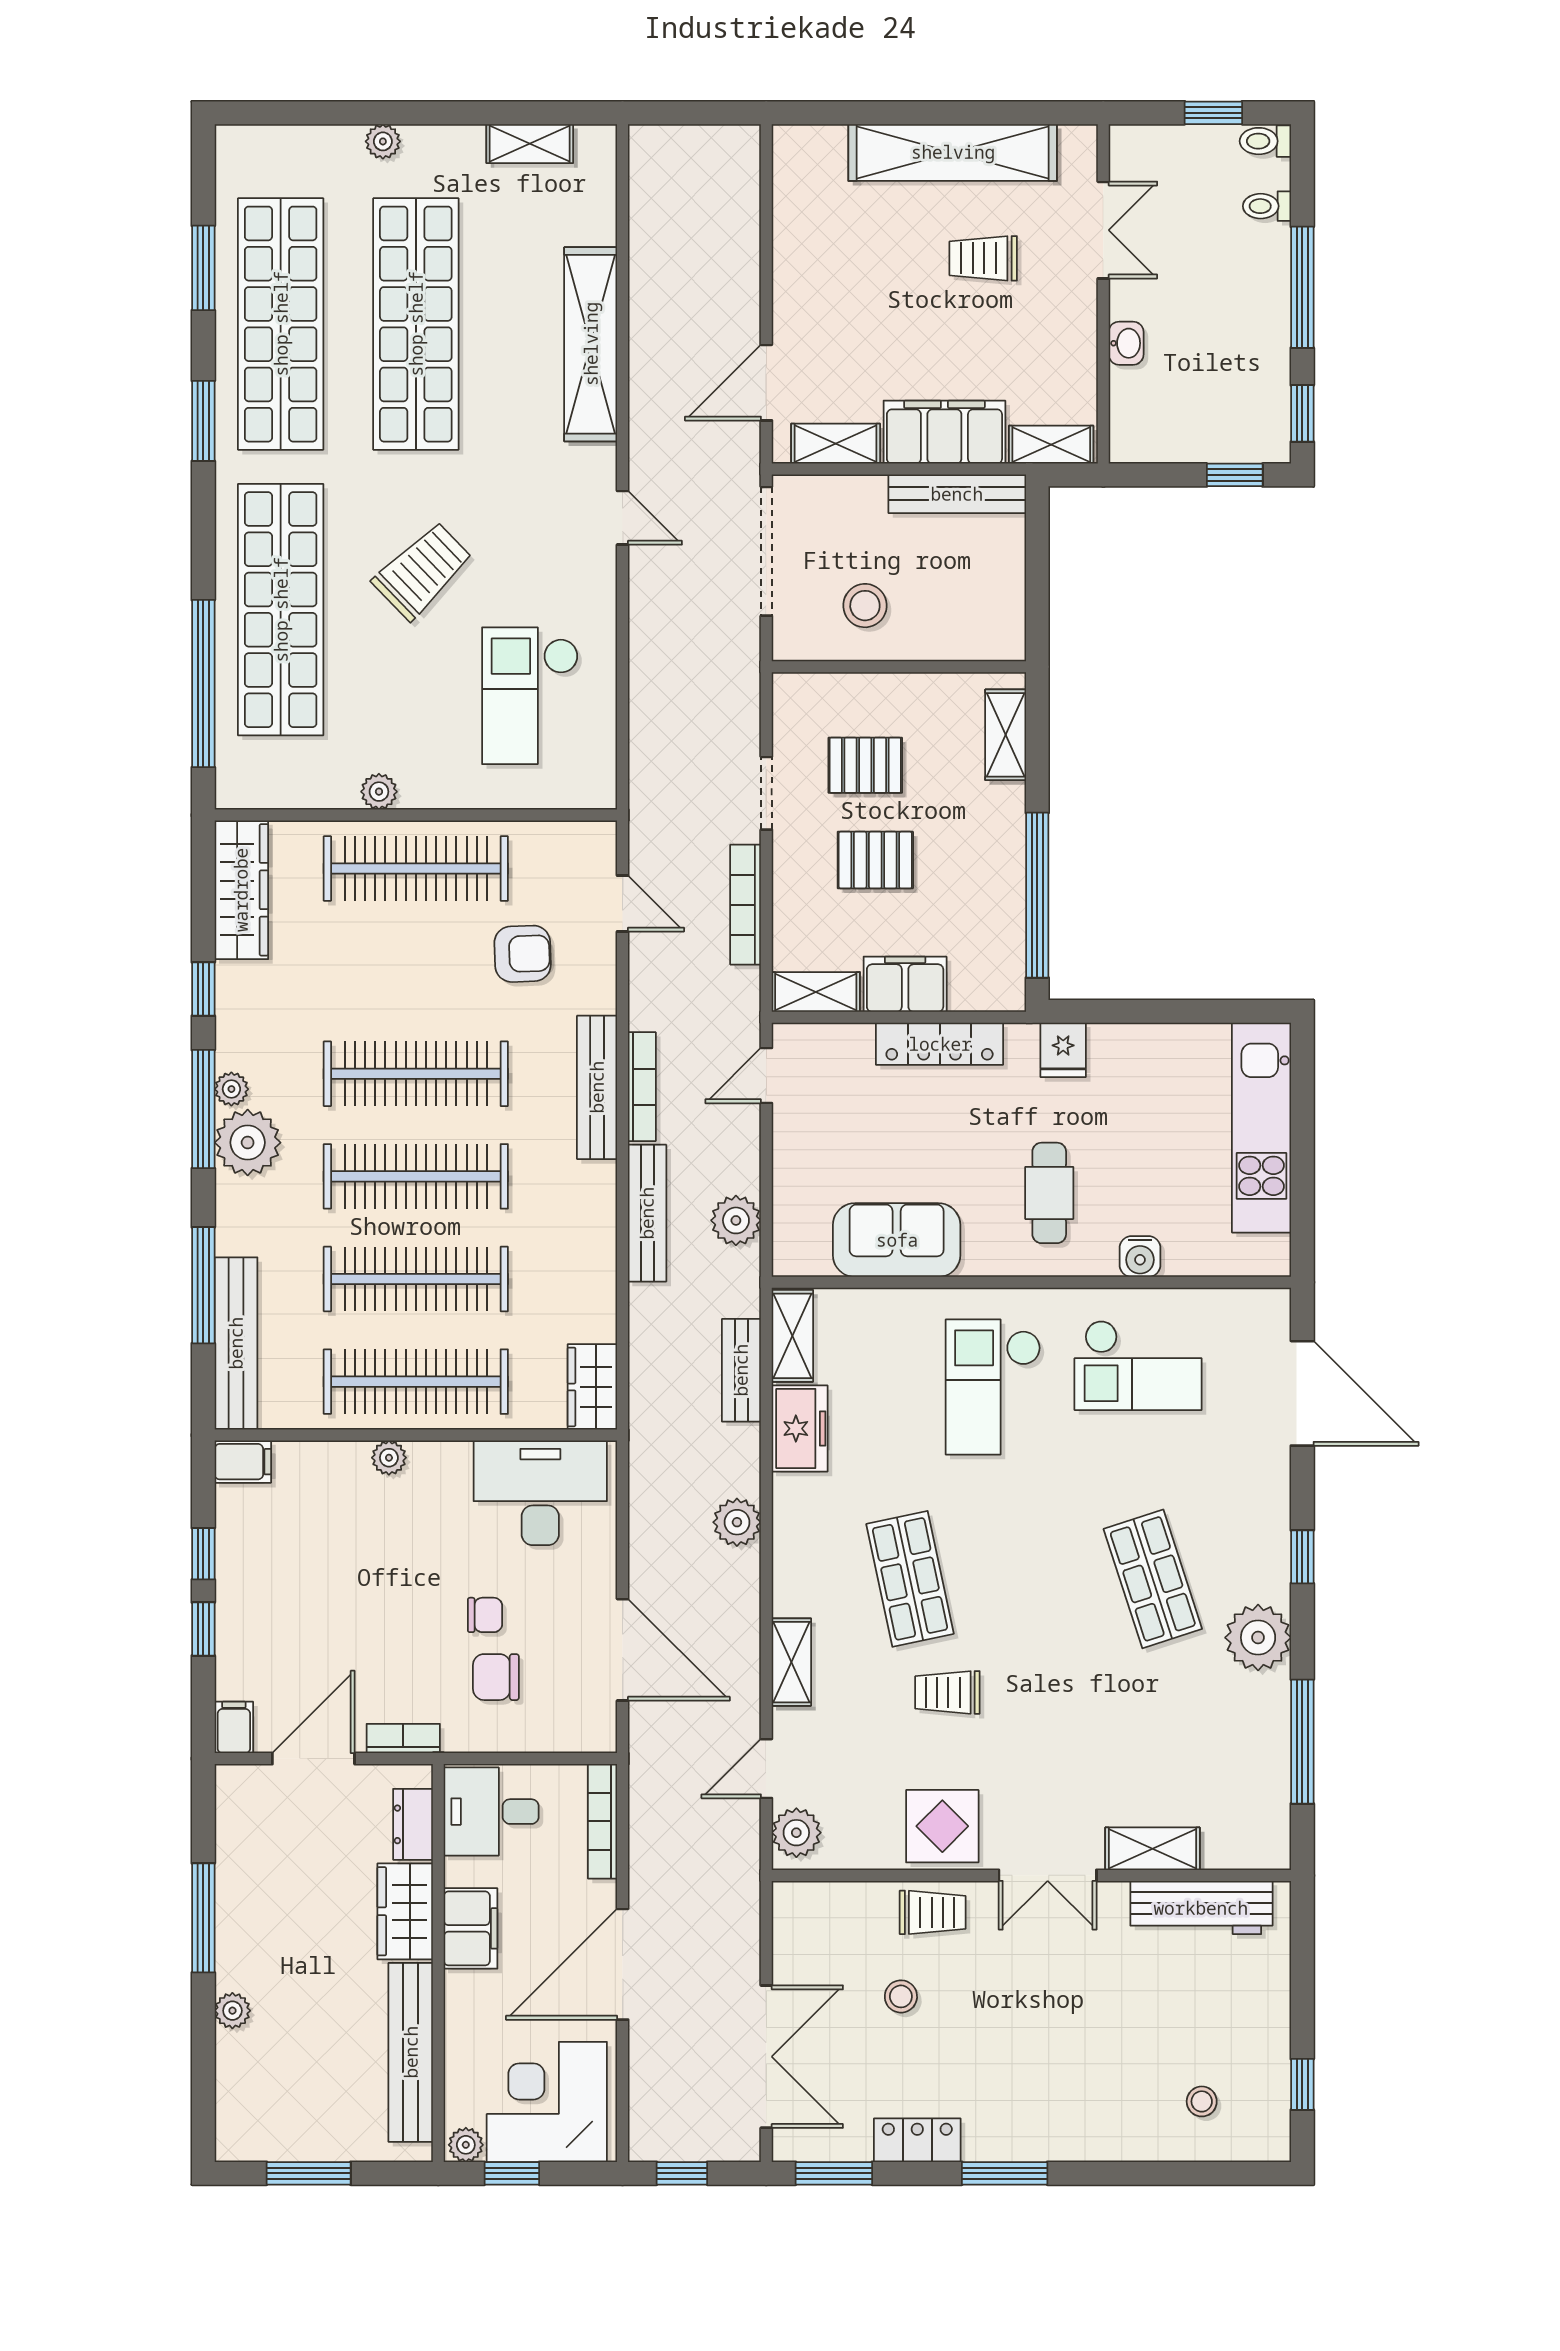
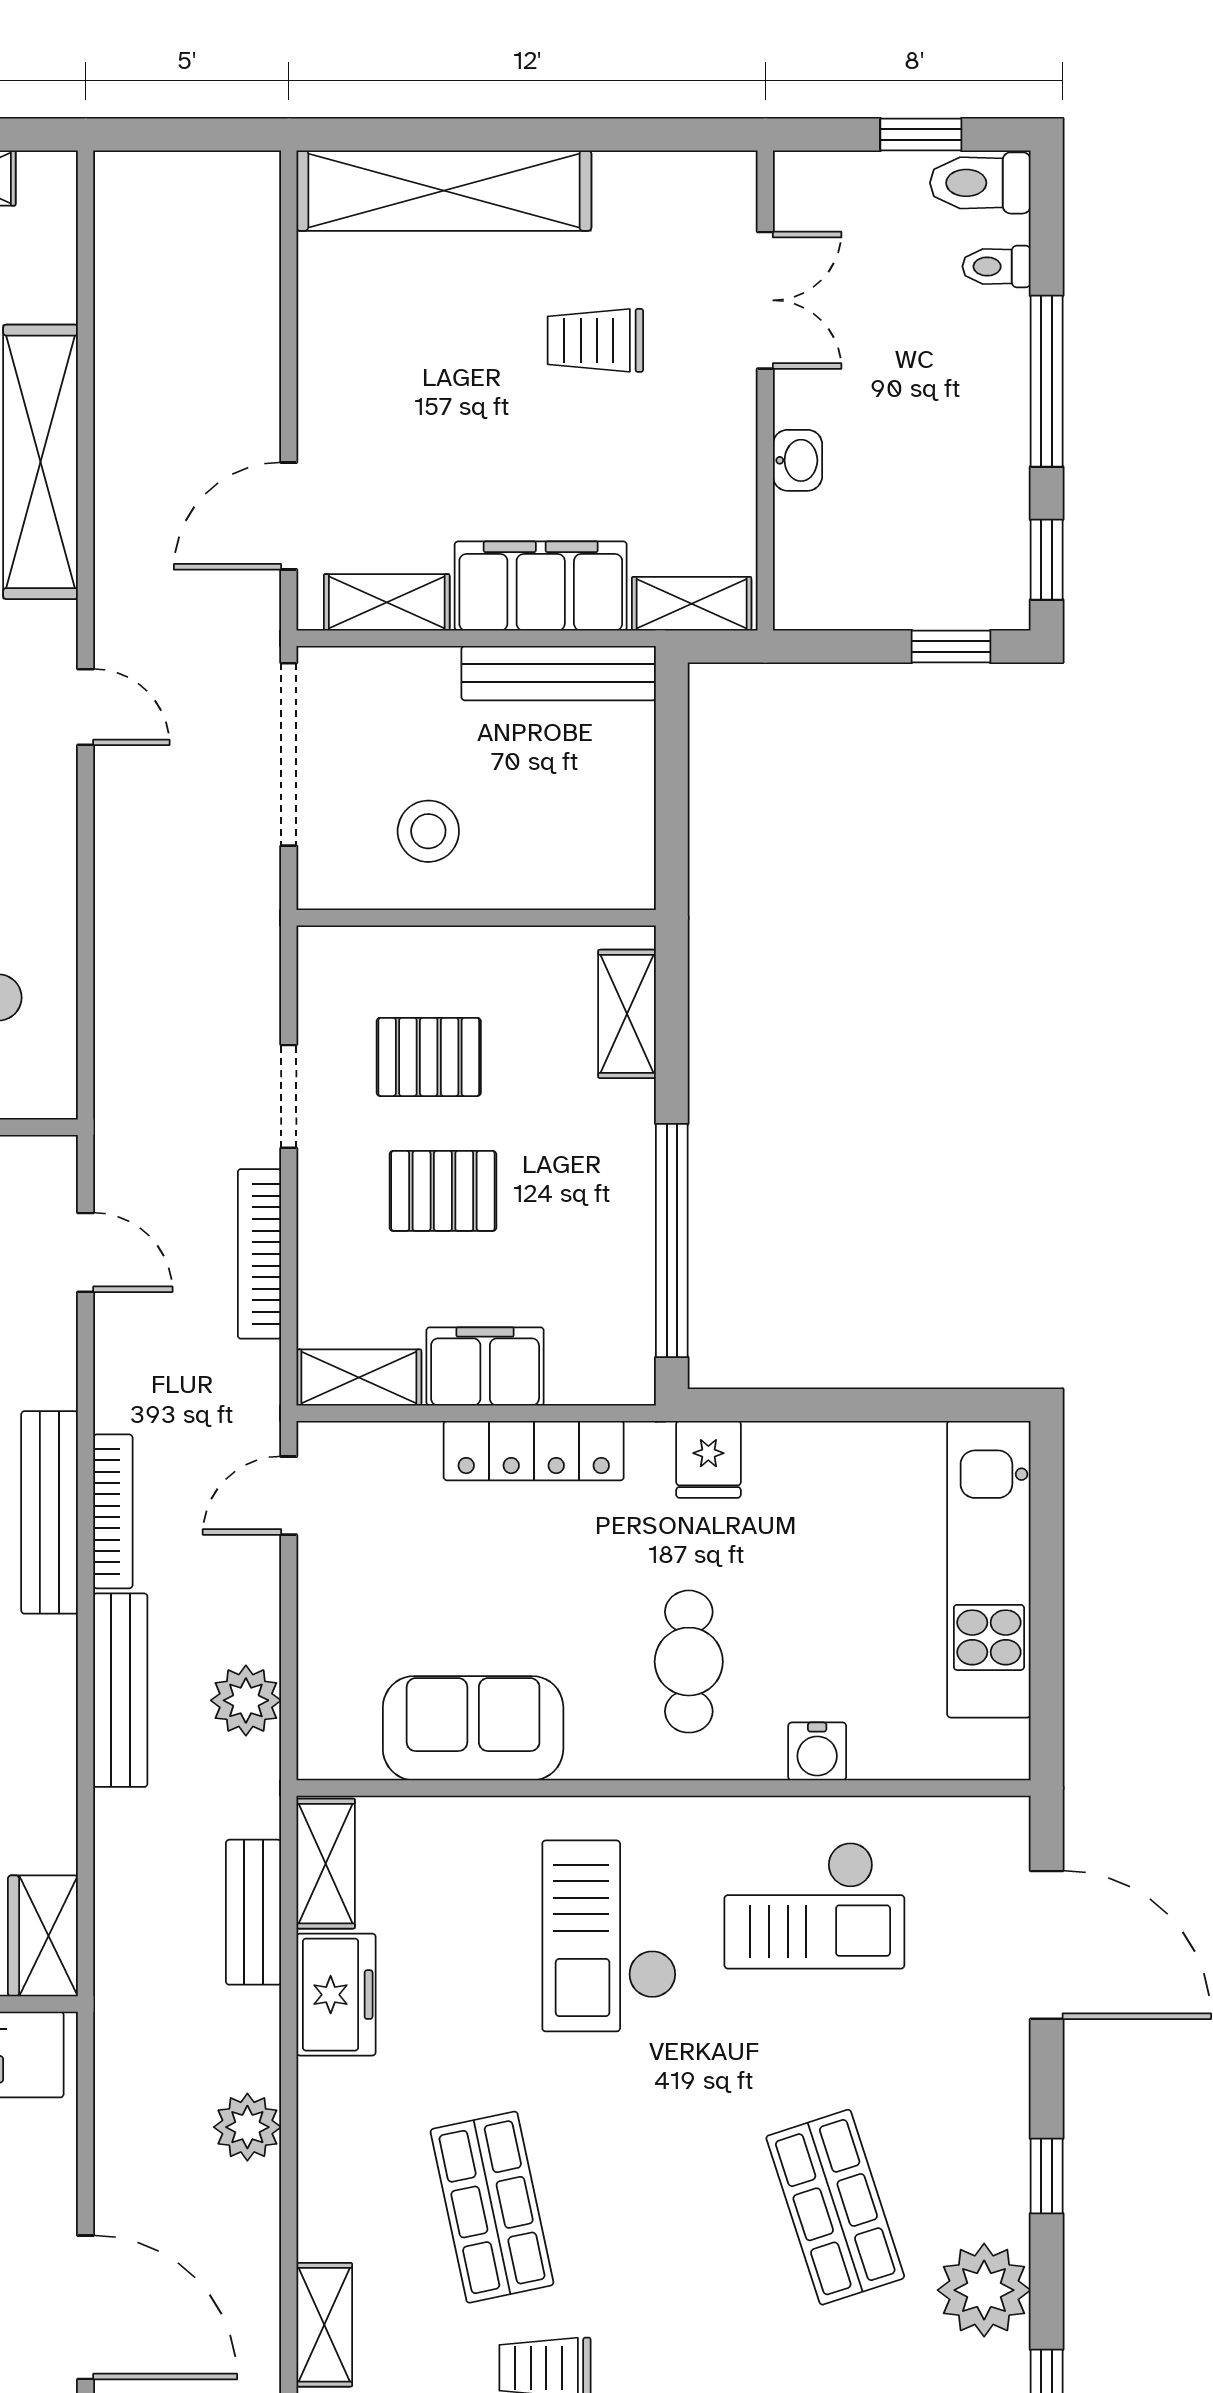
toilet: (1265, 141) -> (980, 183), width x1.37, depth x1.39
shelving: (953, 152) -> (444, 191), moved

